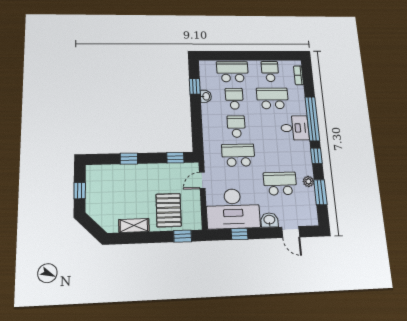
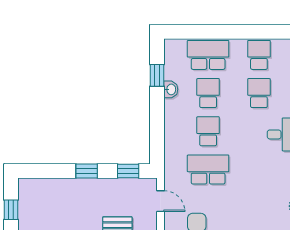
school desk: (272, 98) -> (259, 93), width x0.54
window: (129, 159) -> (87, 171), moved
door: (202, 180) -> (161, 201), swing flipped
school desk: (280, 184) -> (259, 208), removed

